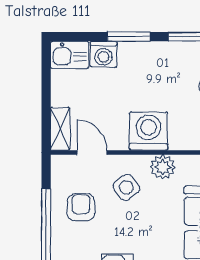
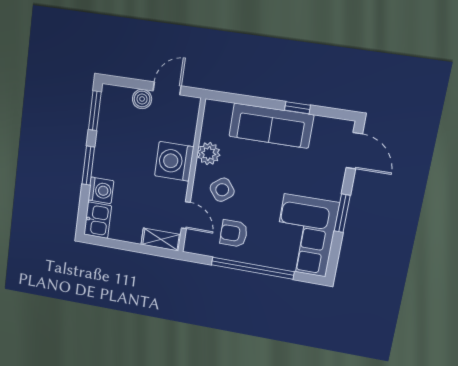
door: (92, 152) -> (186, 215), swing flipped

